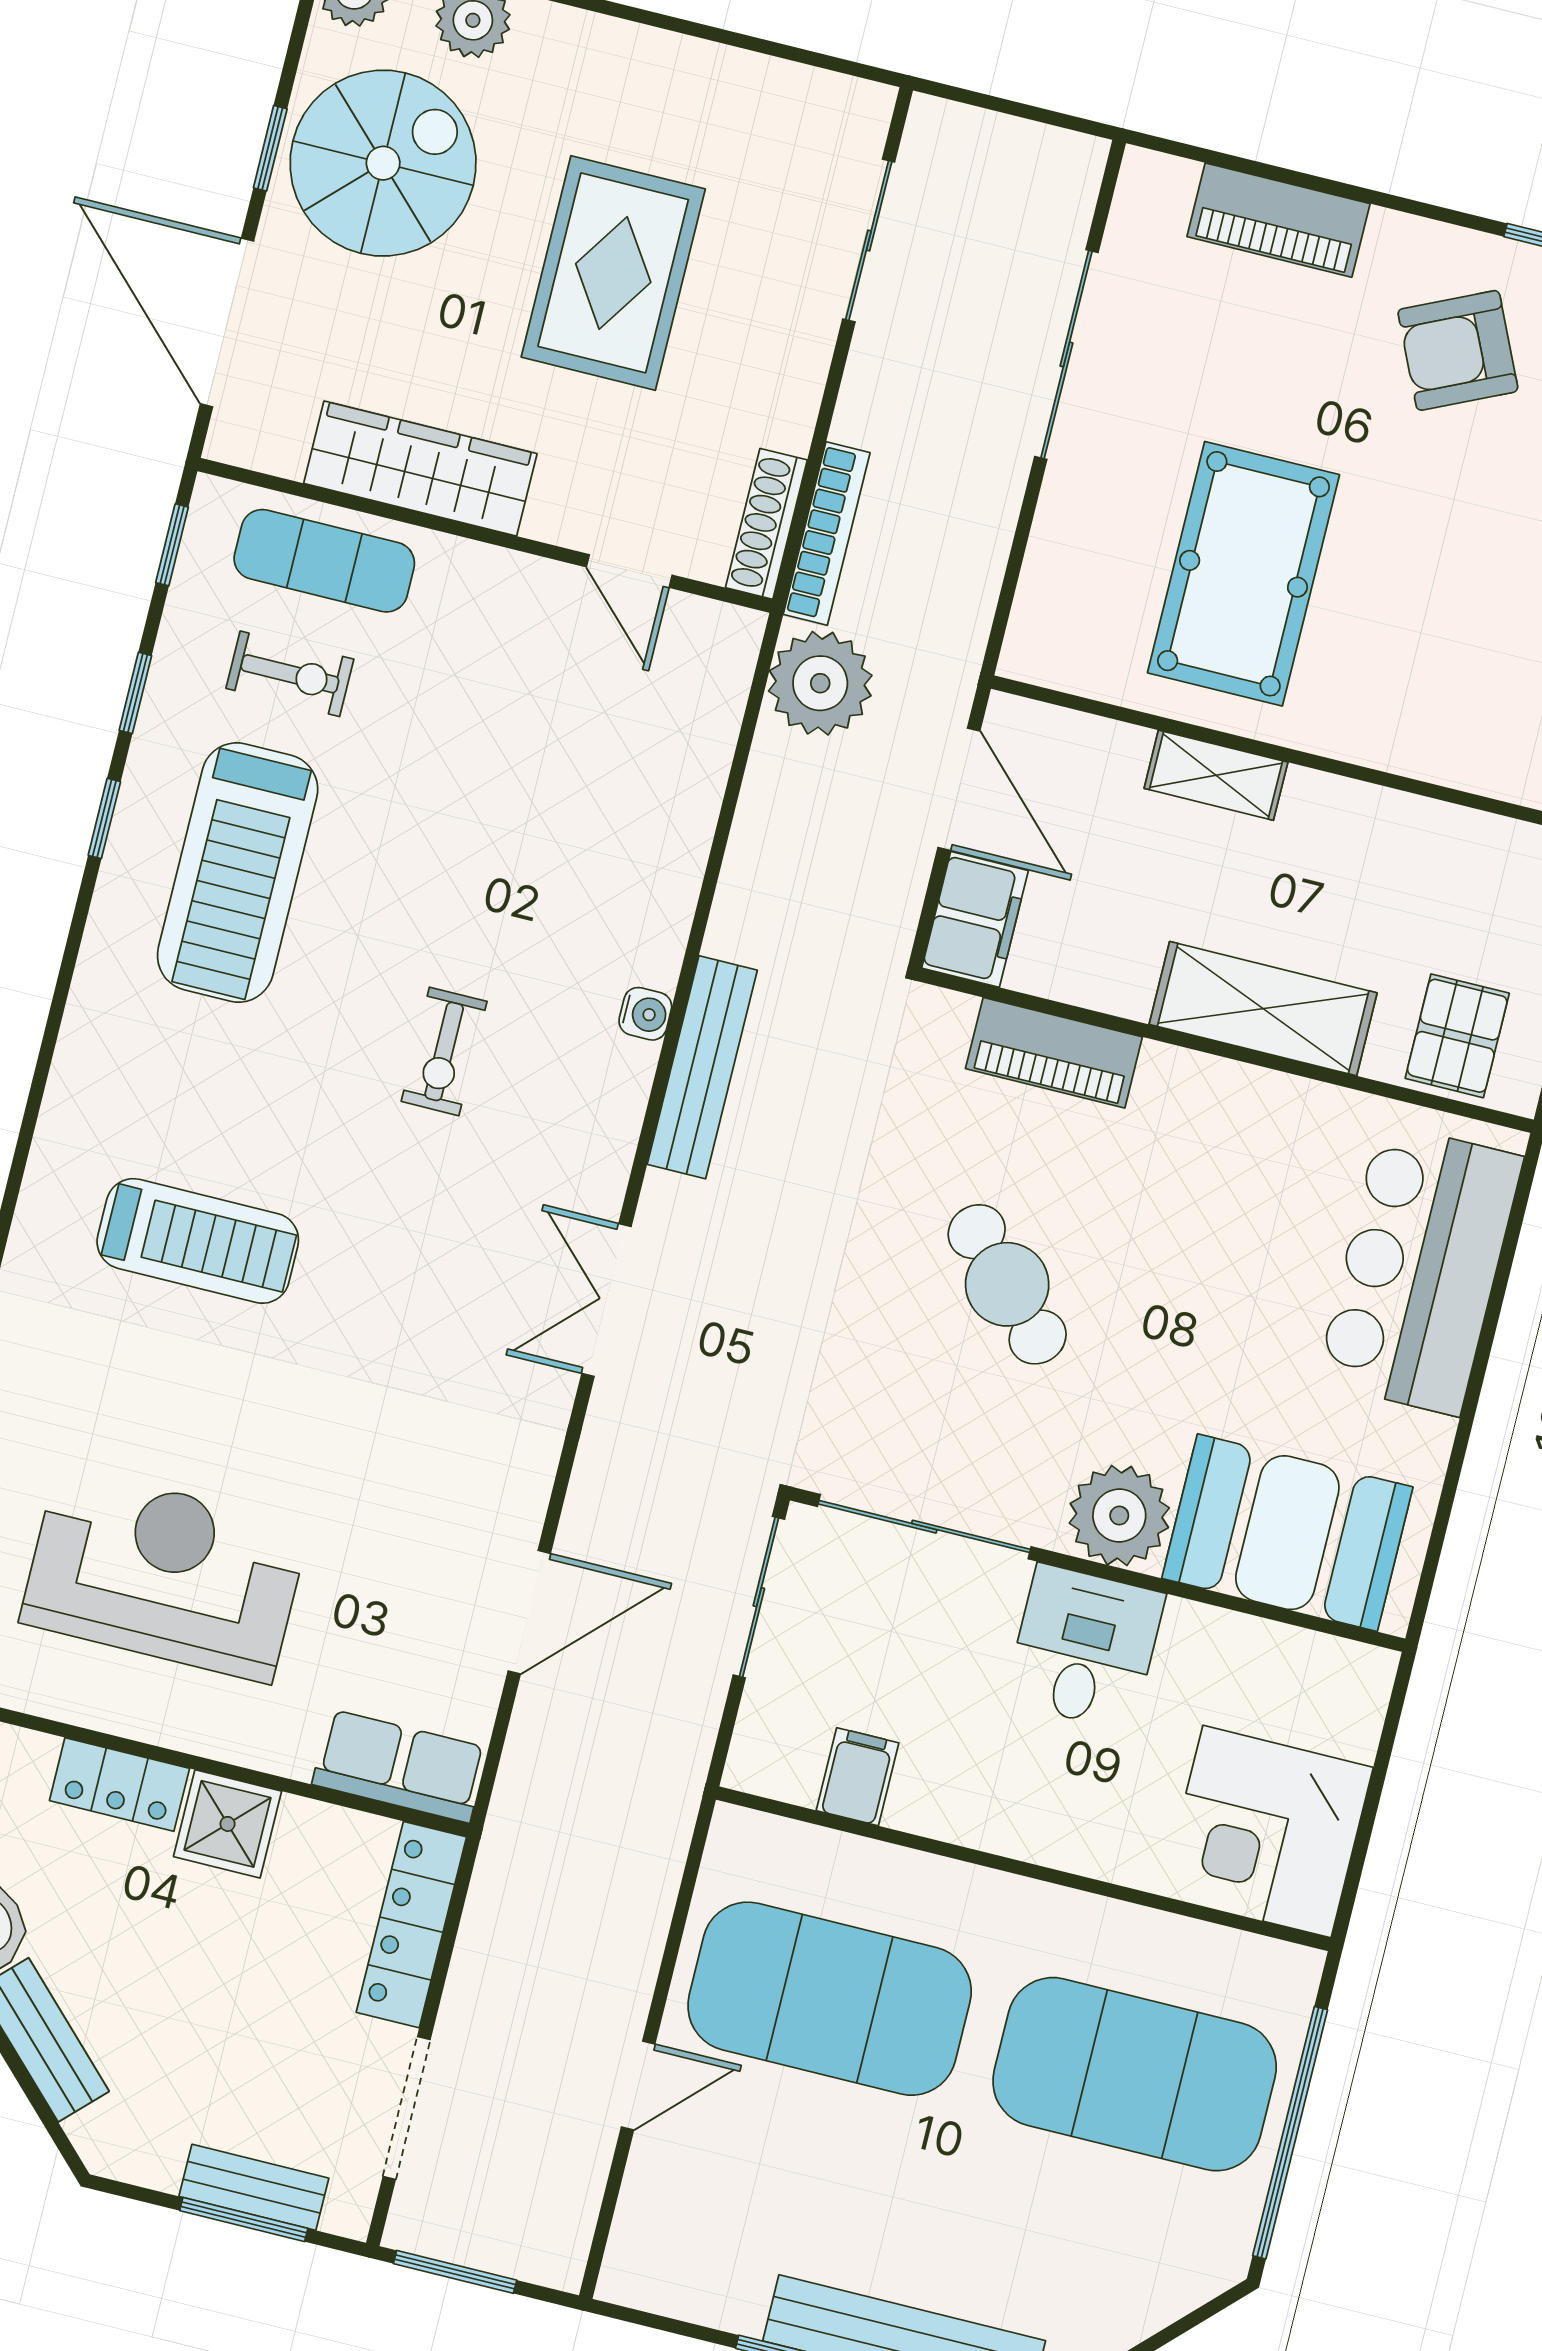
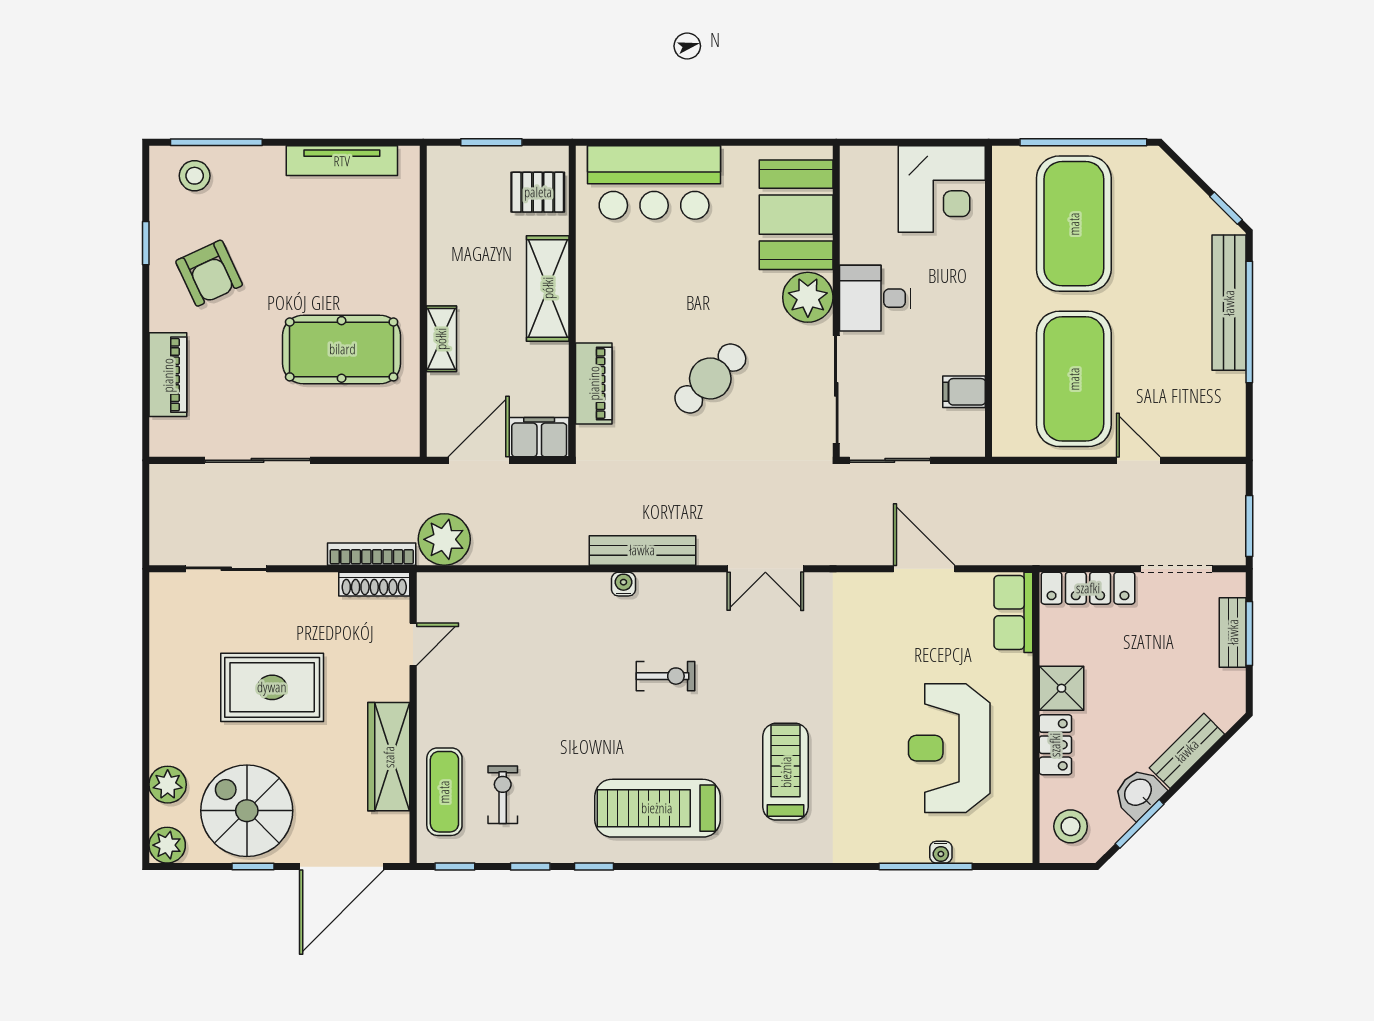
treadmill: (238, 873) -> (657, 808), moved, turned 180

